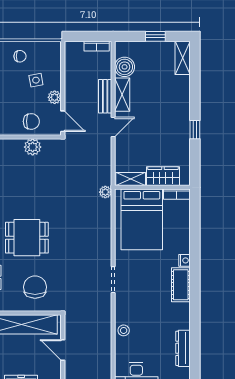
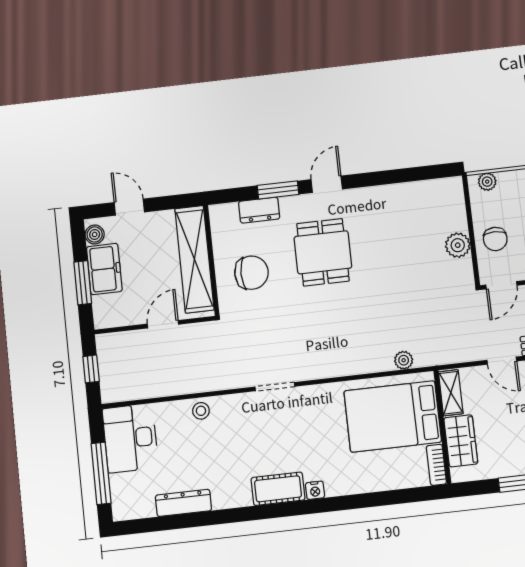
wardrobe: (163, 176) -> (461, 441), moved
shelving: (131, 179) -> (451, 393), moved
wall: (152, 187) -> (442, 427), moved
bookcase: (177, 194) -> (436, 465), moved
bed: (142, 219) -> (393, 416), moved

